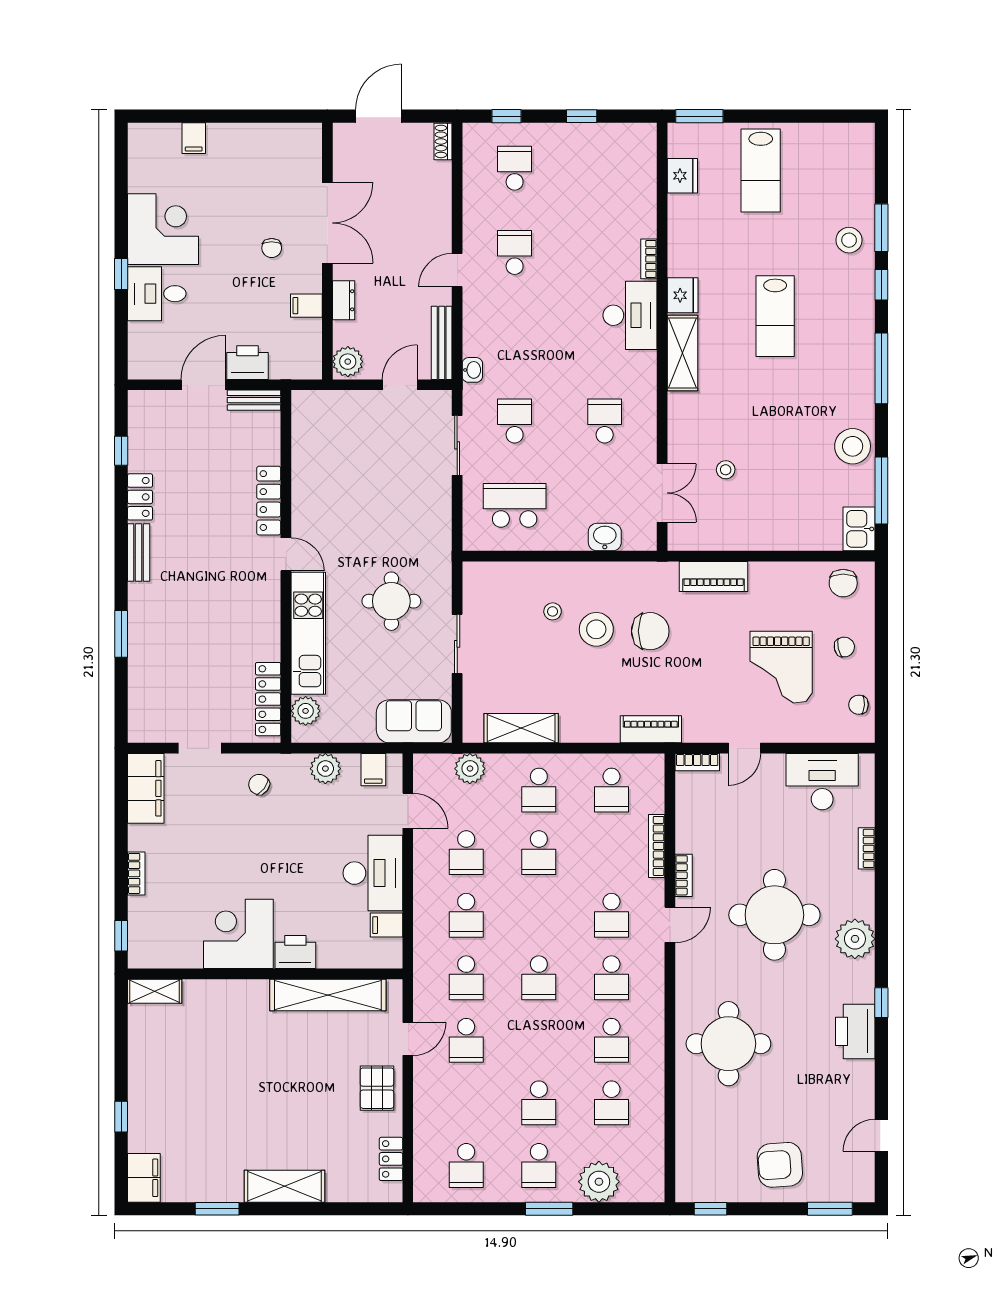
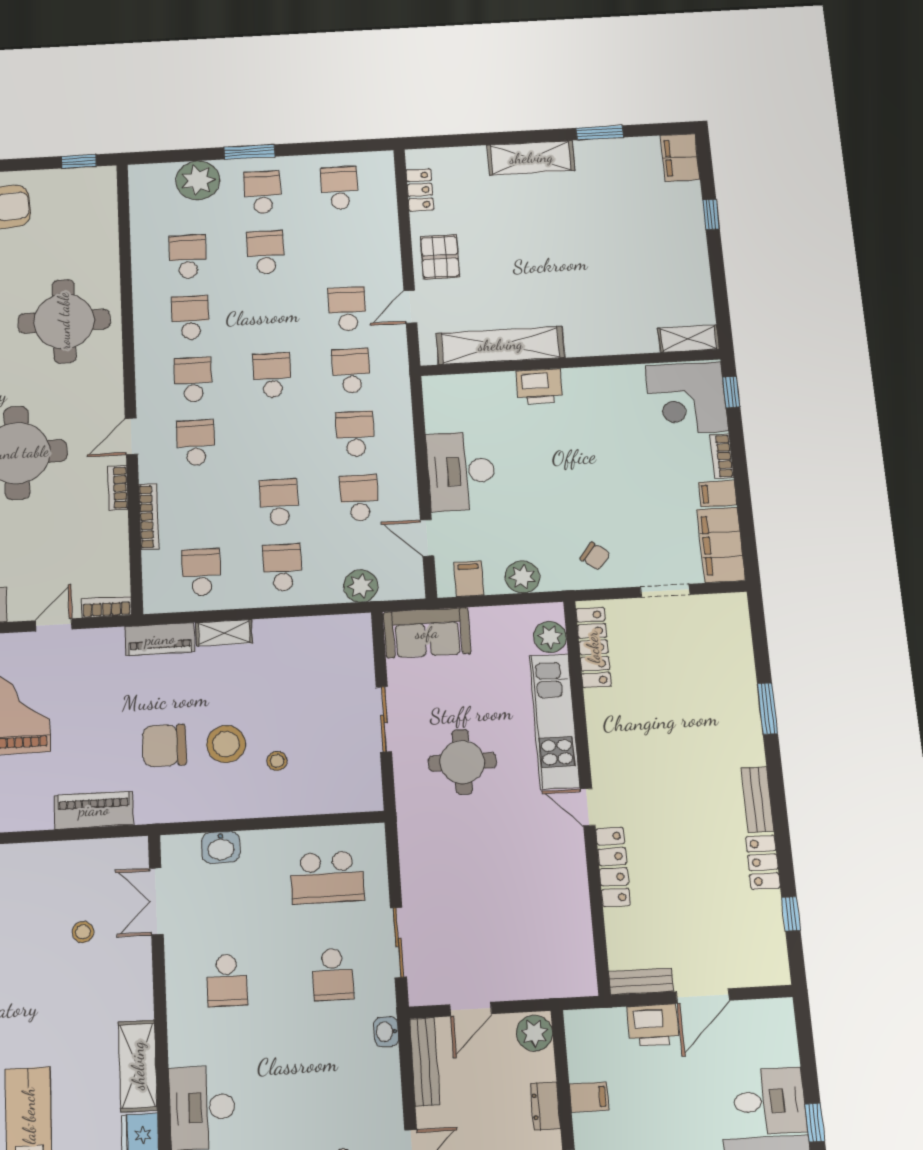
shelving: (521, 728) -> (224, 633), moved, width x0.67, depth x0.75
filing cabinet: (386, 925) -> (718, 494), moved, turned 180
corner desk: (238, 934) -> (687, 398), moved, turned 90

